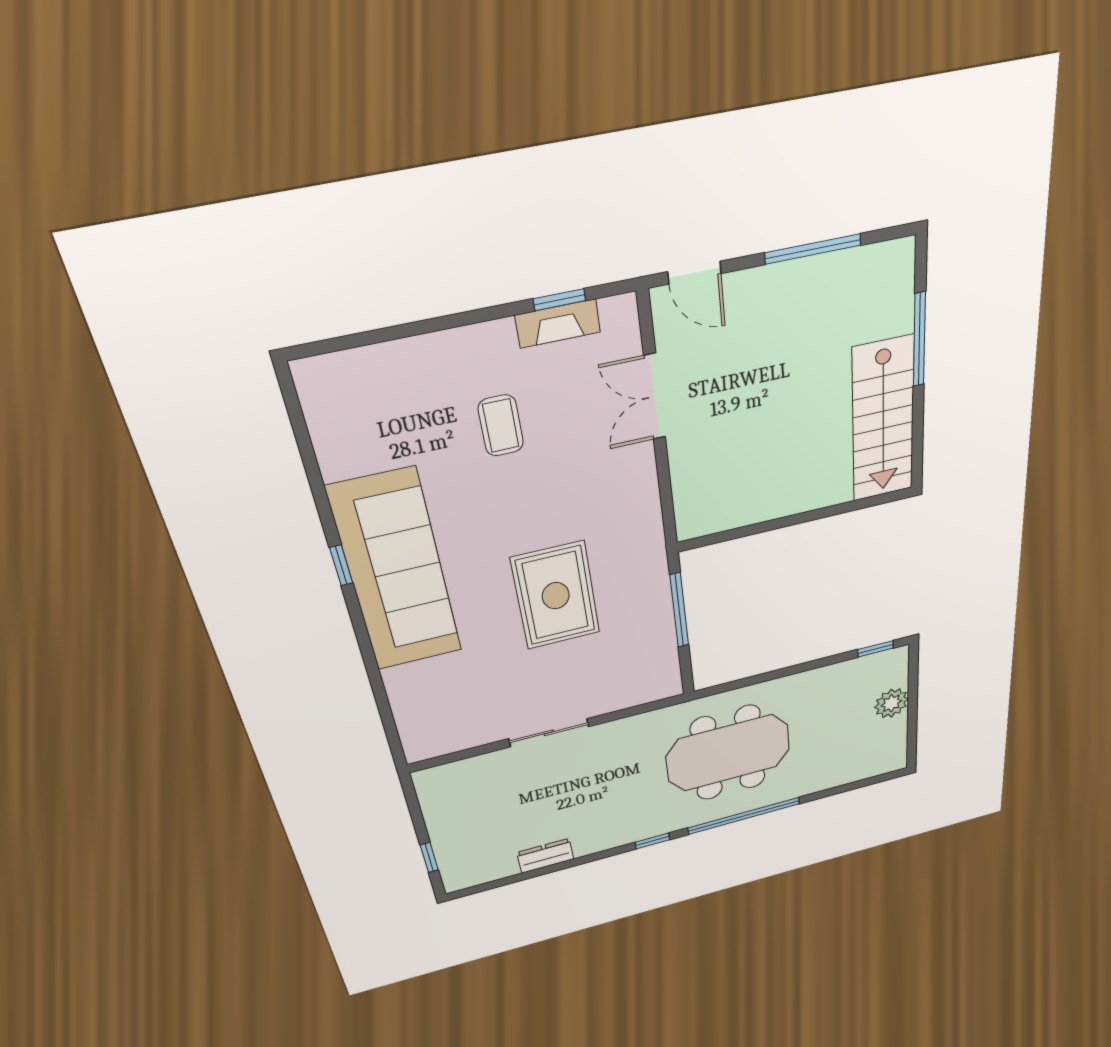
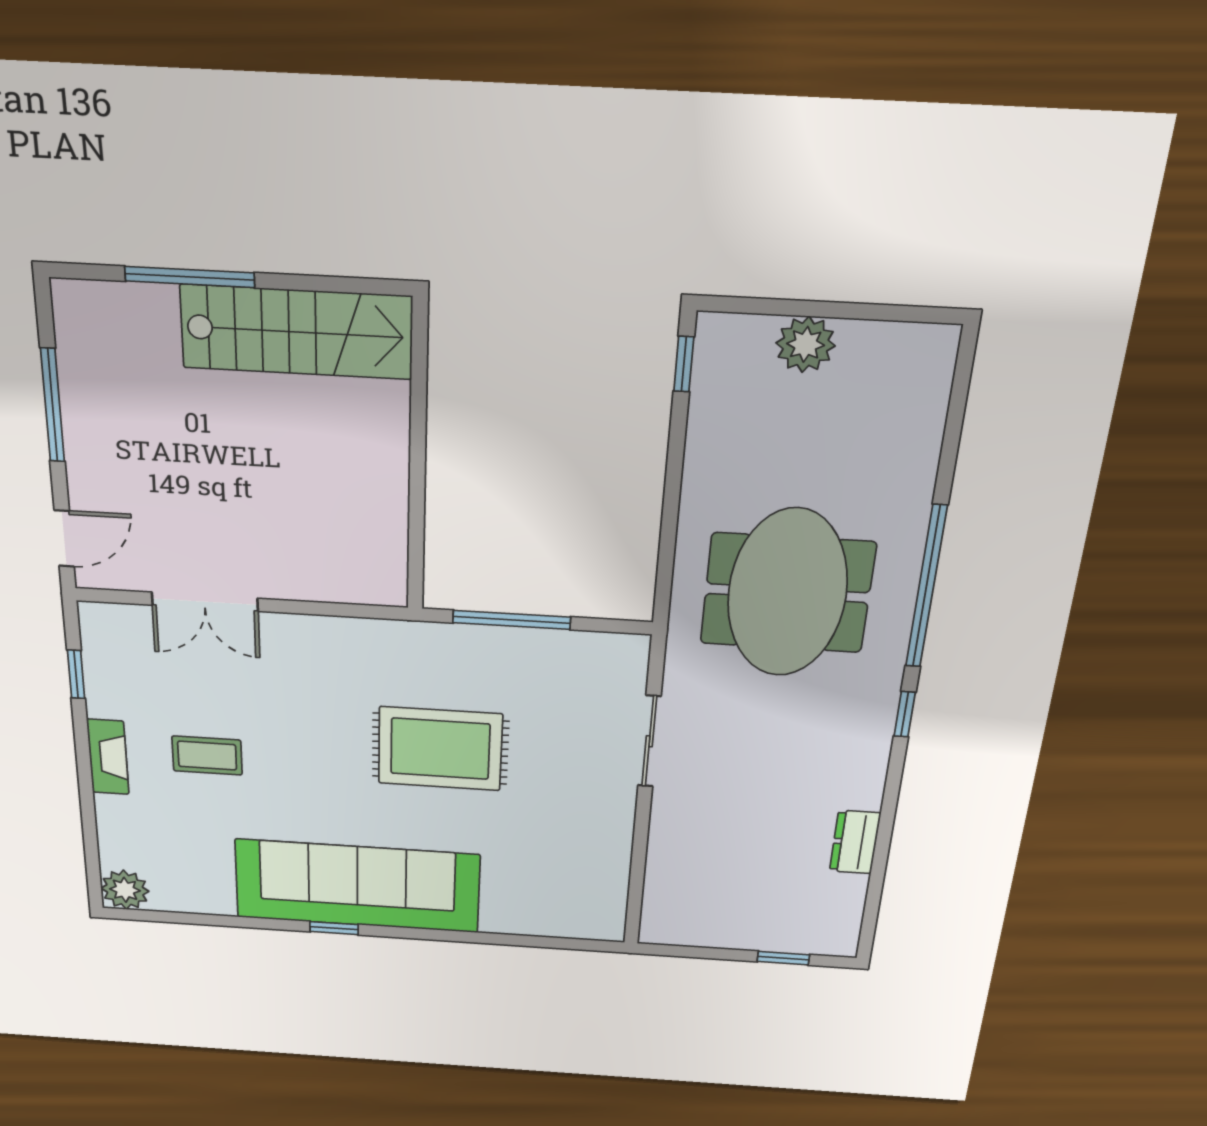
fireplace: (558, 324) -> (108, 757), moved
plant: (318, 379) -> (125, 890), added
sliding door: (549, 733) -> (649, 741), moved

